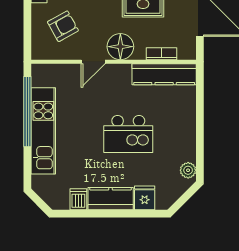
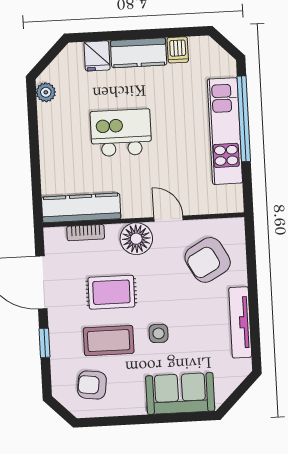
armchair: (63, 26) -> (208, 260), width x1.38, depth x1.38
door: (93, 62) -> (168, 219), hinge flipped
window: (27, 112) -> (244, 119), moved

